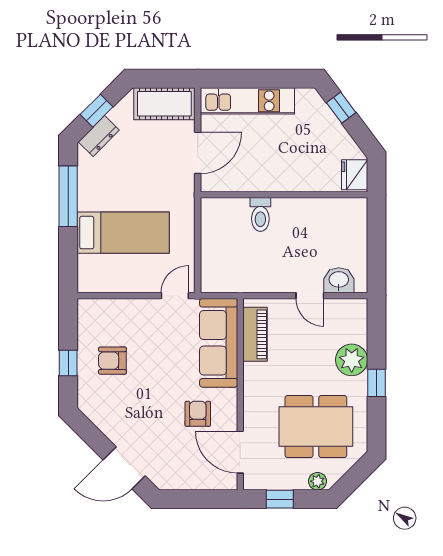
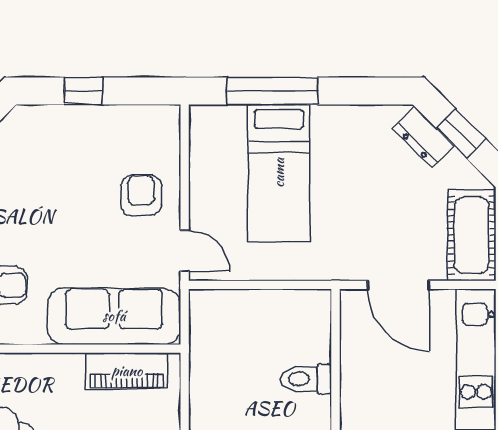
window: (68, 196) -> (273, 91), moved
armchair: (112, 361) -> (141, 195), moved

